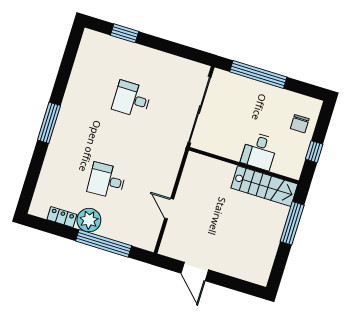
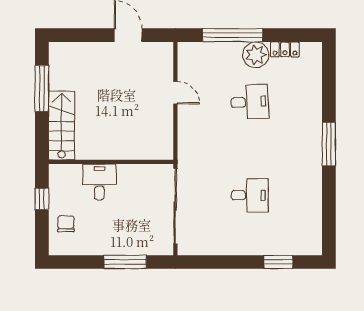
window: (258, 74) -> (125, 262), width x0.68
stairs: (264, 186) -> (62, 126), moved, turned 90
window: (292, 223) -> (42, 88), moved

